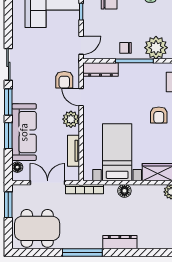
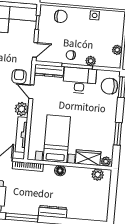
plant: (156, 48) -> (91, 61), width x0.53, depth x0.53
desk: (139, 78) -> (80, 80), added
armchair: (64, 80) -> (19, 77), turned 180
armchair: (159, 115) -> (93, 112), removed
tv unit: (73, 151) -> (22, 135), width x1.41

